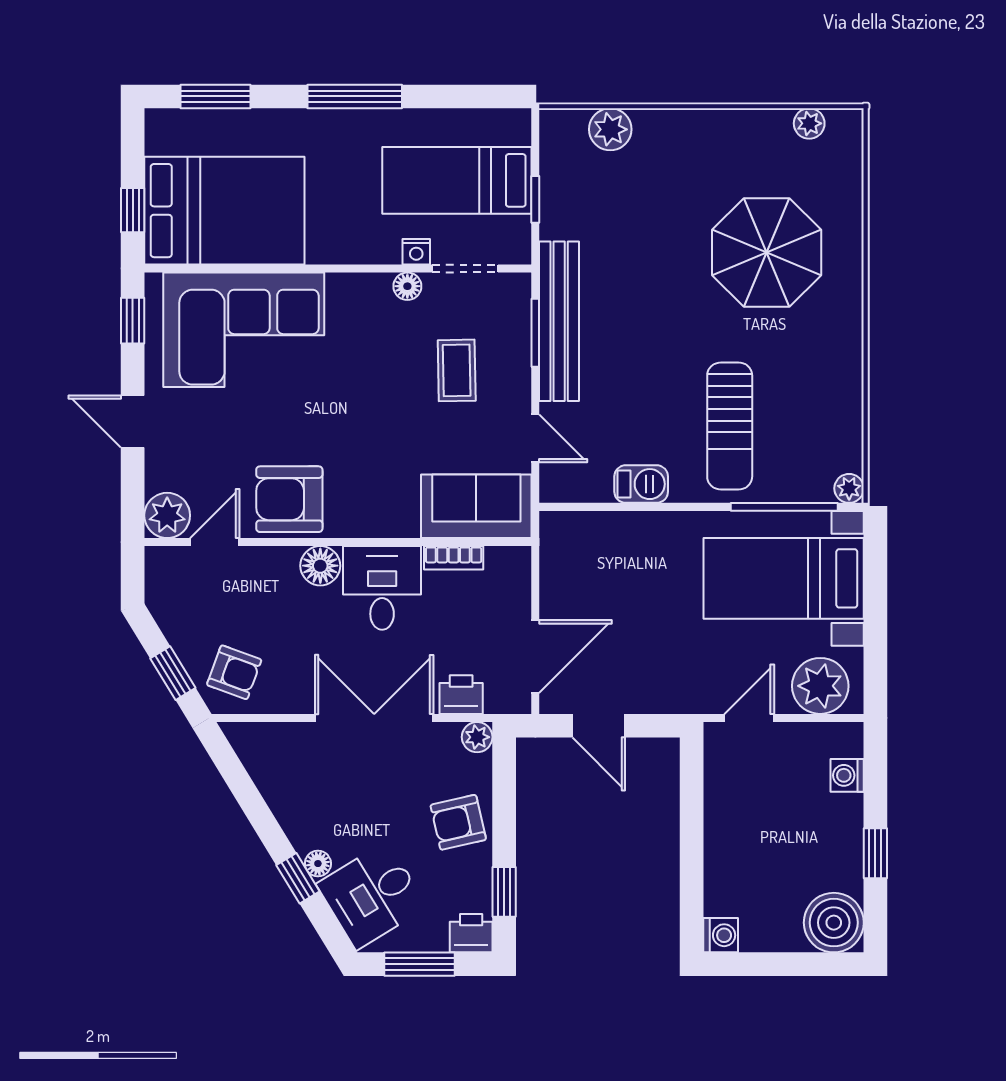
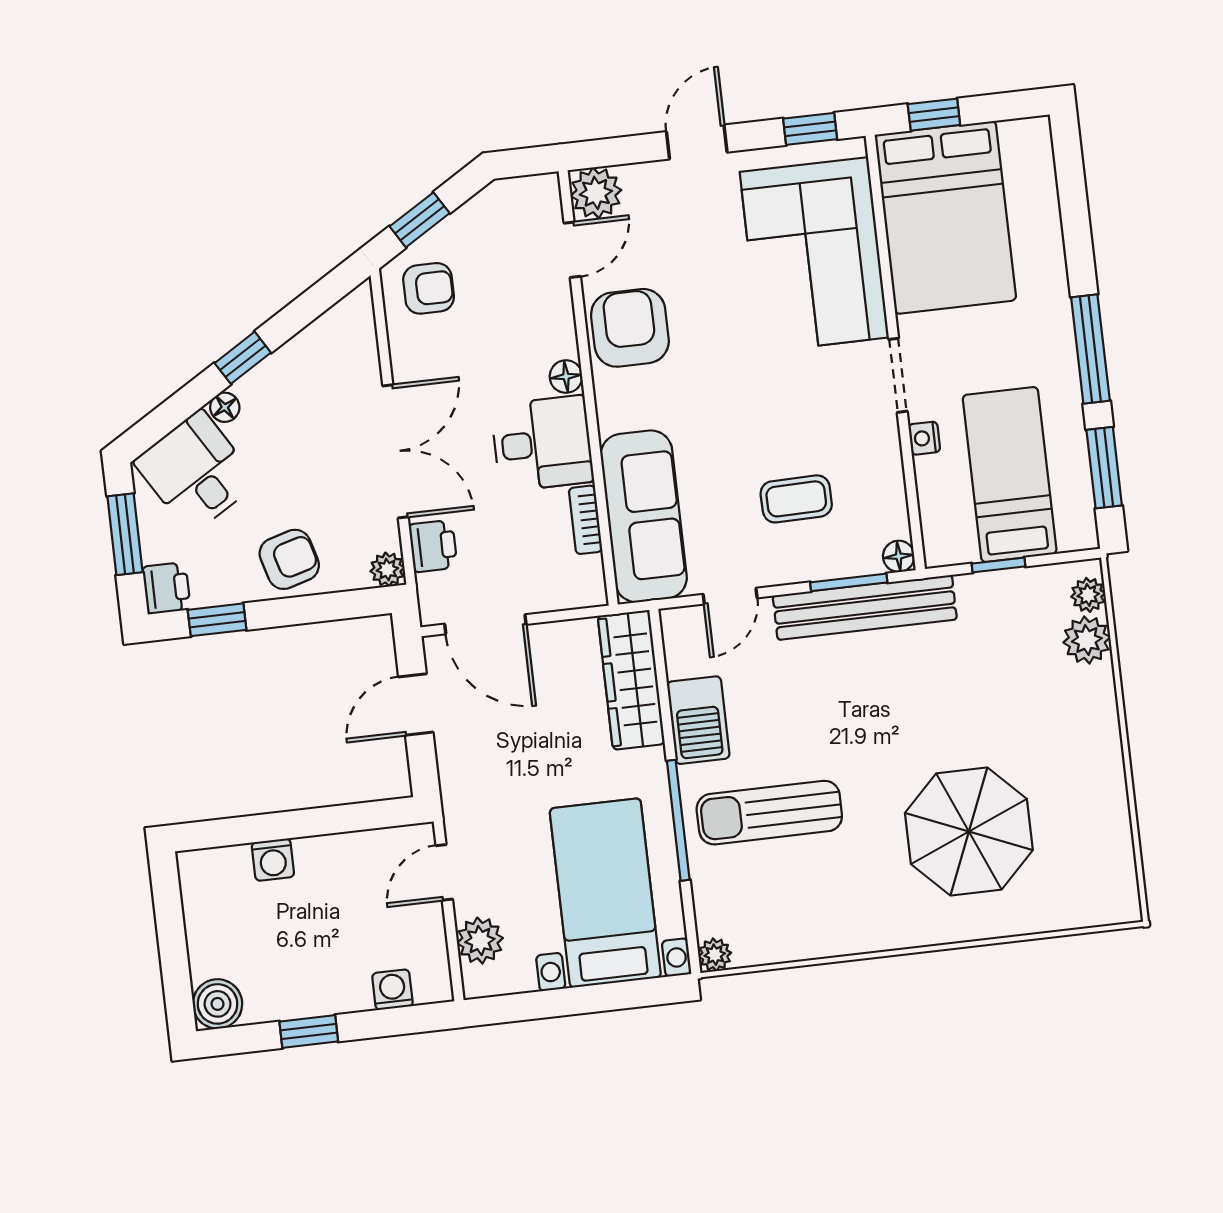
window: (215, 96) -> (1104, 468), moved
plant: (809, 123) -> (1088, 595), moved
doorway: (465, 268) -> (898, 375), moved
floor lamp: (407, 286) -> (899, 556), moved
barbecue: (641, 484) -> (698, 720), width x1.38, depth x1.27
sofa: (476, 506) -> (644, 516), width x1.36
window: (784, 507) -> (678, 820), moved
wardrobe: (599, 534) -> (631, 680), added
door: (215, 542) -> (572, 250), hinge flipped
floor lamp: (320, 566) -> (566, 377), width x0.73, depth x0.73
armchair: (234, 672) -> (429, 288), turned -110
plant: (820, 686) -> (480, 941), width x0.73, depth x0.73
door: (749, 718) -> (444, 872), swing flipped
armchair: (458, 822) -> (289, 559), turned 87
window: (298, 878) -> (243, 358), moved
boiler: (834, 923) -> (217, 1004), width x0.73, depth x0.73
washing machine: (721, 935) -> (273, 860), moved

